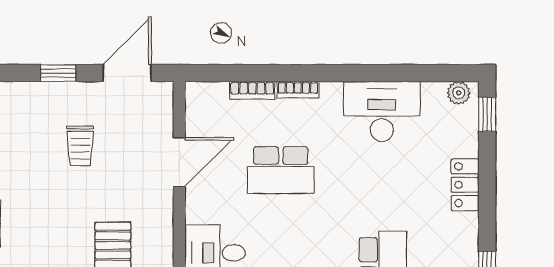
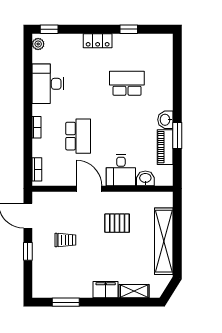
bookcase: (252, 90) -> (37, 169), moved
door: (179, 162) -> (89, 189), moved
locker: (465, 185) -> (98, 41), moved

